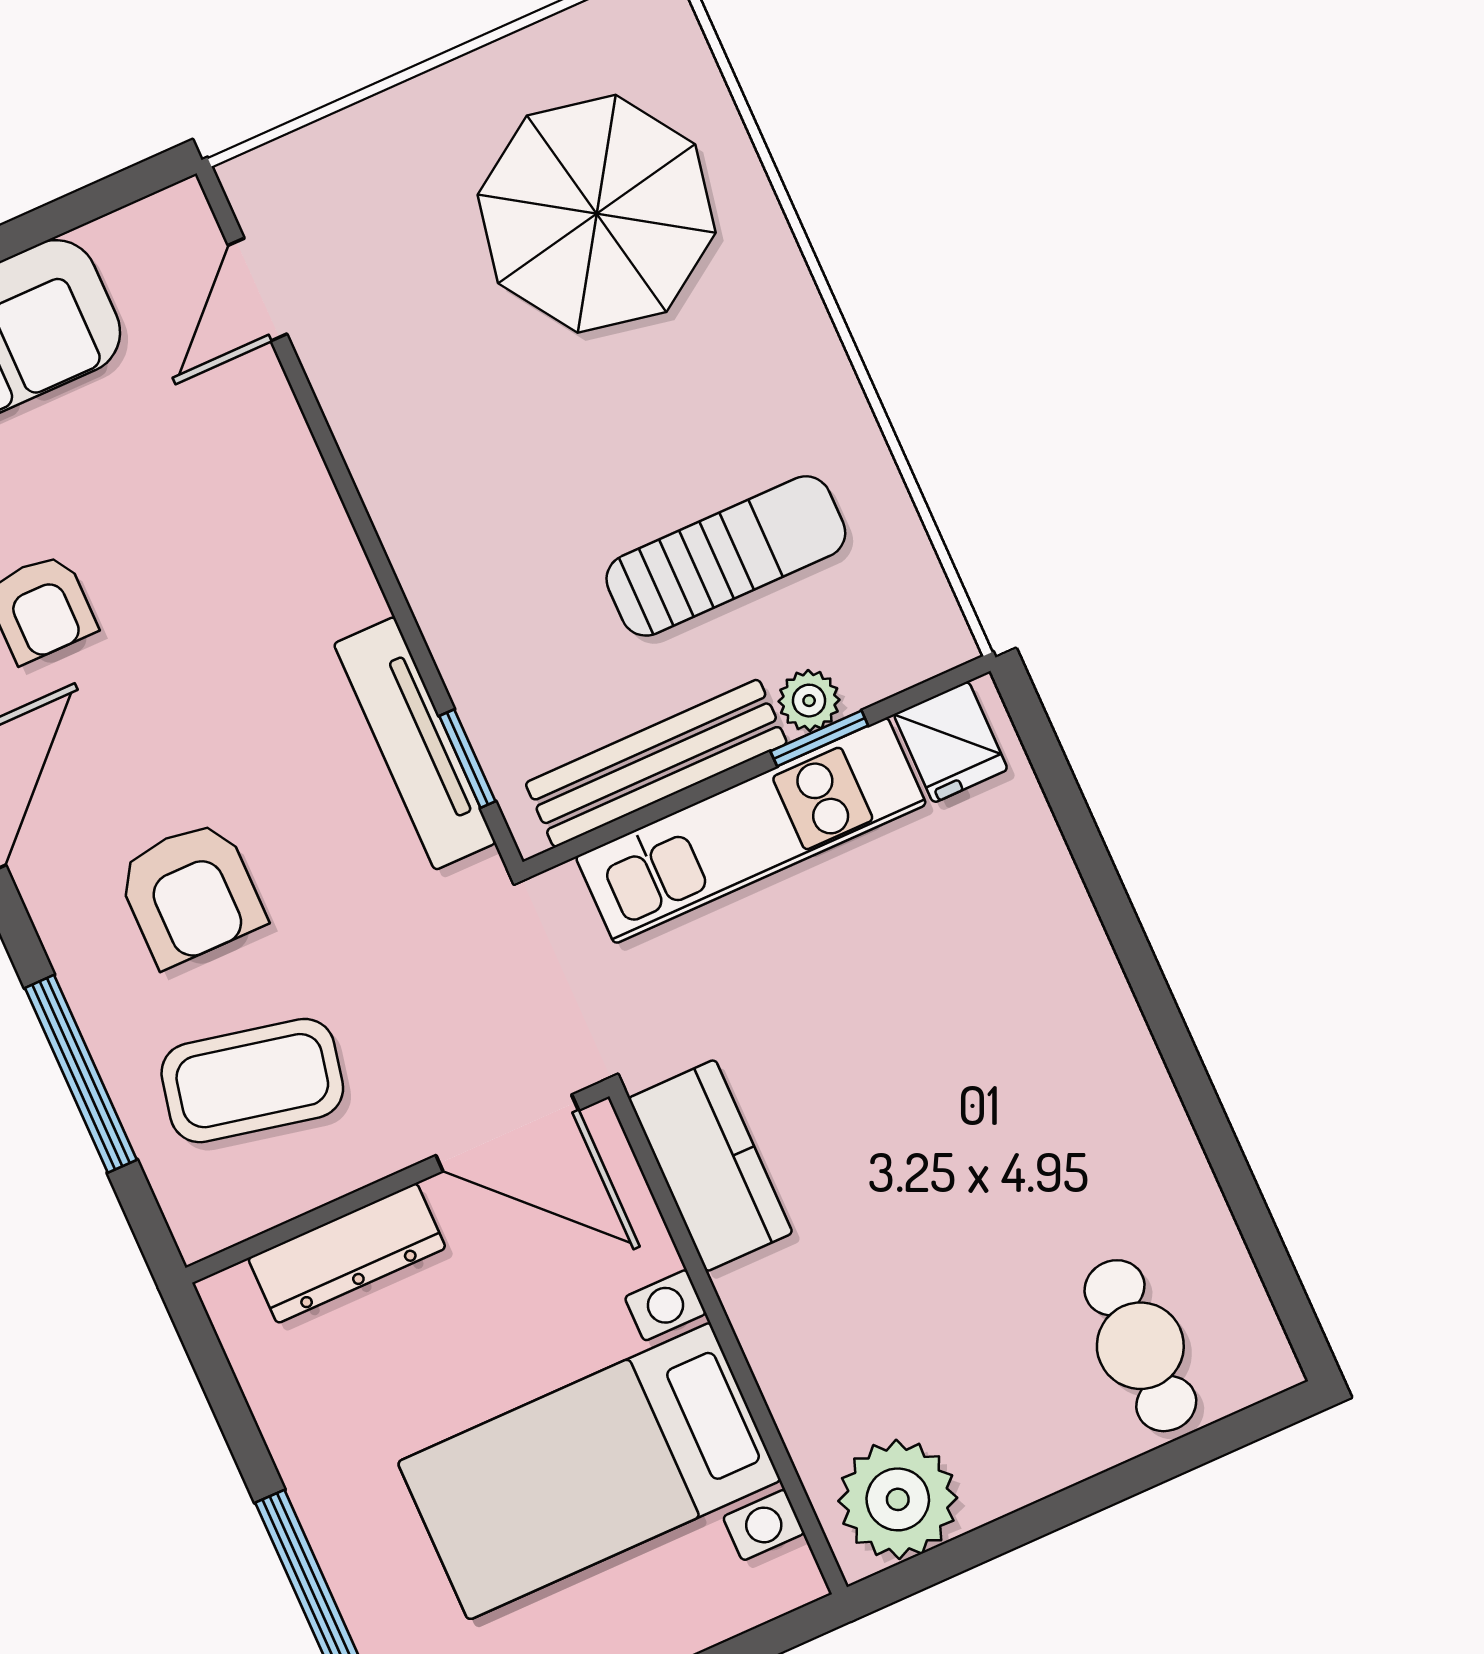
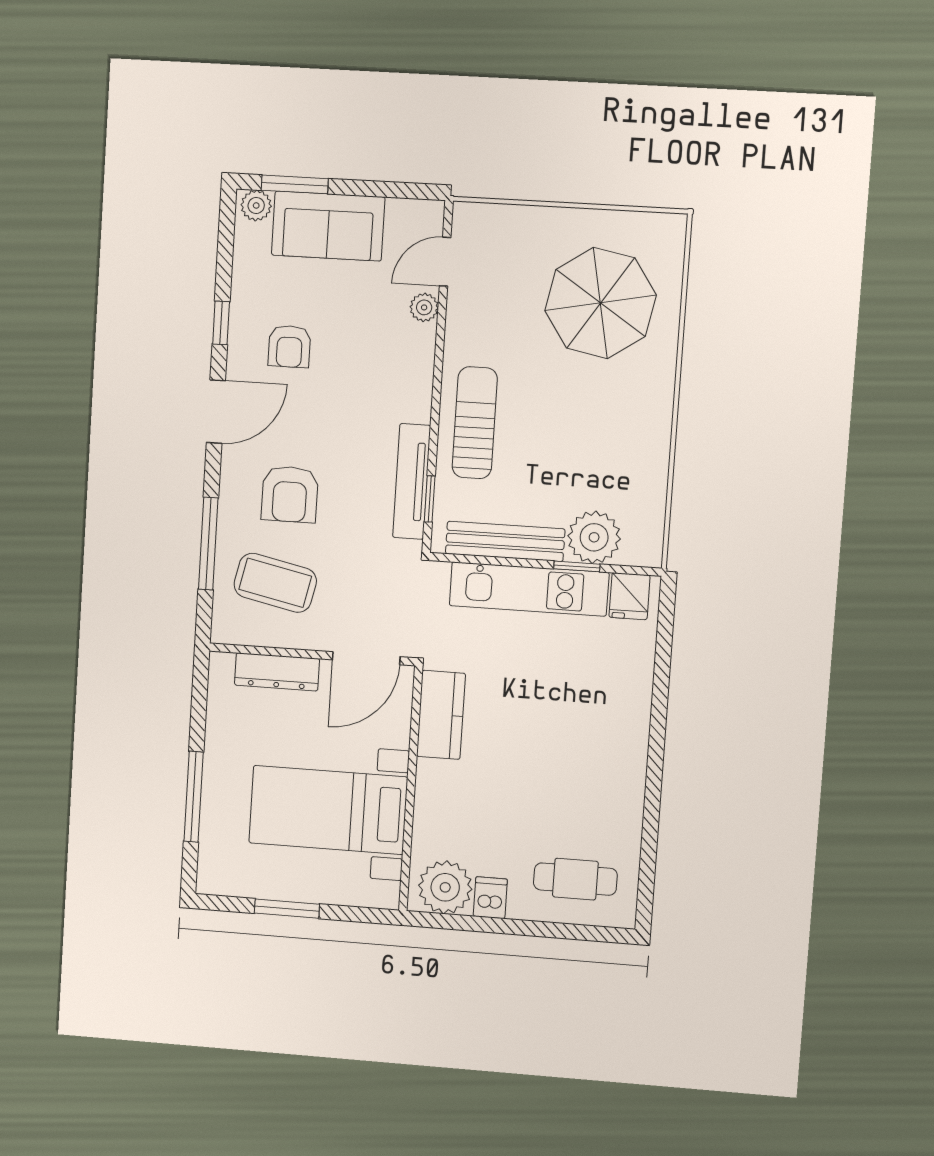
plant: (263, 398) -> (424, 307), added
sun lounger: (726, 556) -> (475, 423), moved, turned -90
plant: (809, 701) -> (594, 537), width x1.88, depth x1.88
door: (507, 1133) -> (366, 658), hinge flipped
cafe table: (1140, 1346) -> (575, 879), turned 90
dishwasher: (996, 1472) -> (490, 898), added

